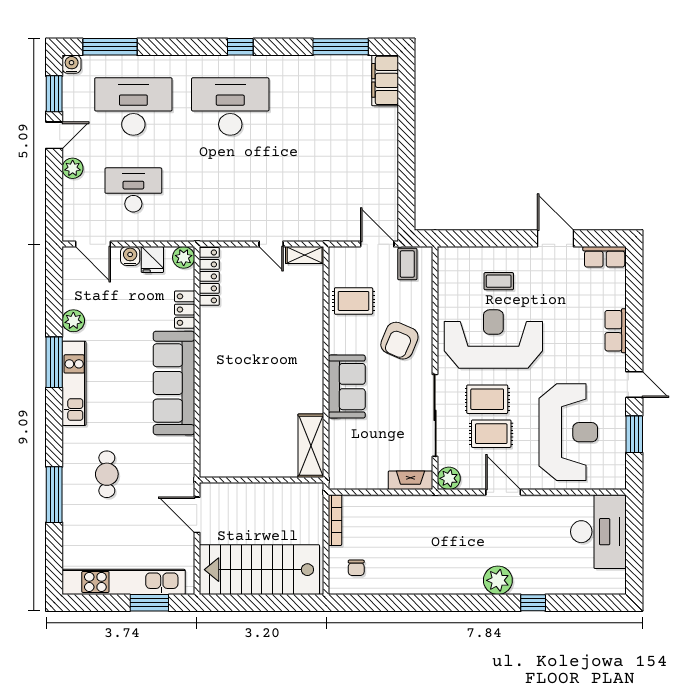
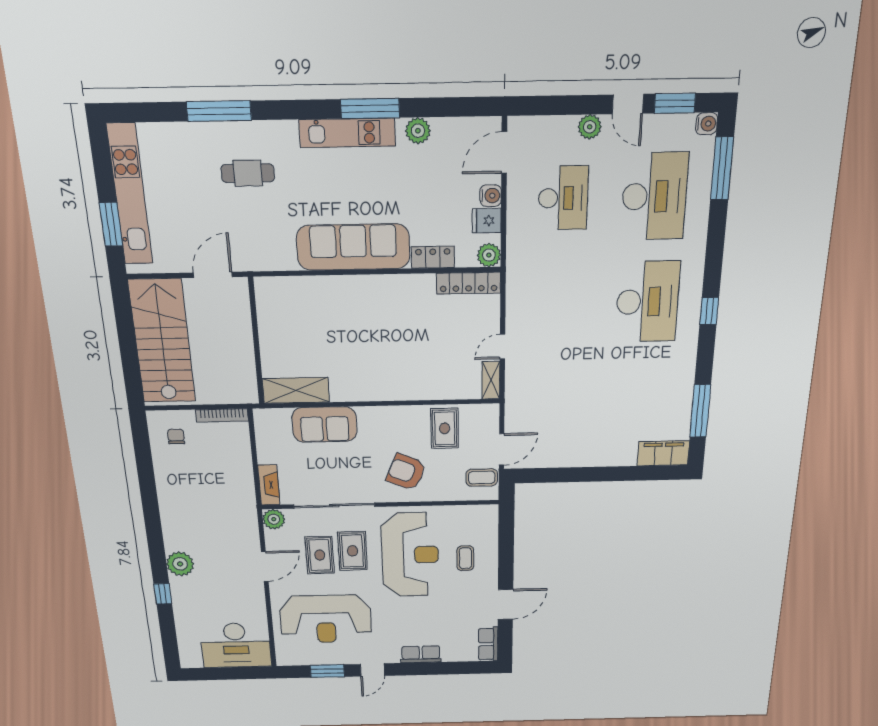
sofa: (347, 387) -> (324, 424), moved
chair: (356, 568) -> (176, 437), turned 91

